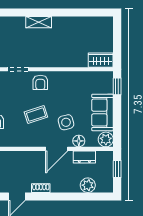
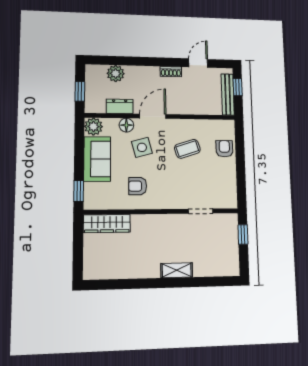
wardrobe: (101, 60) -> (107, 224), width x1.50
armchair: (40, 82) -> (138, 186), moved, turned -90
coffee table: (36, 115) -> (187, 149), moved

